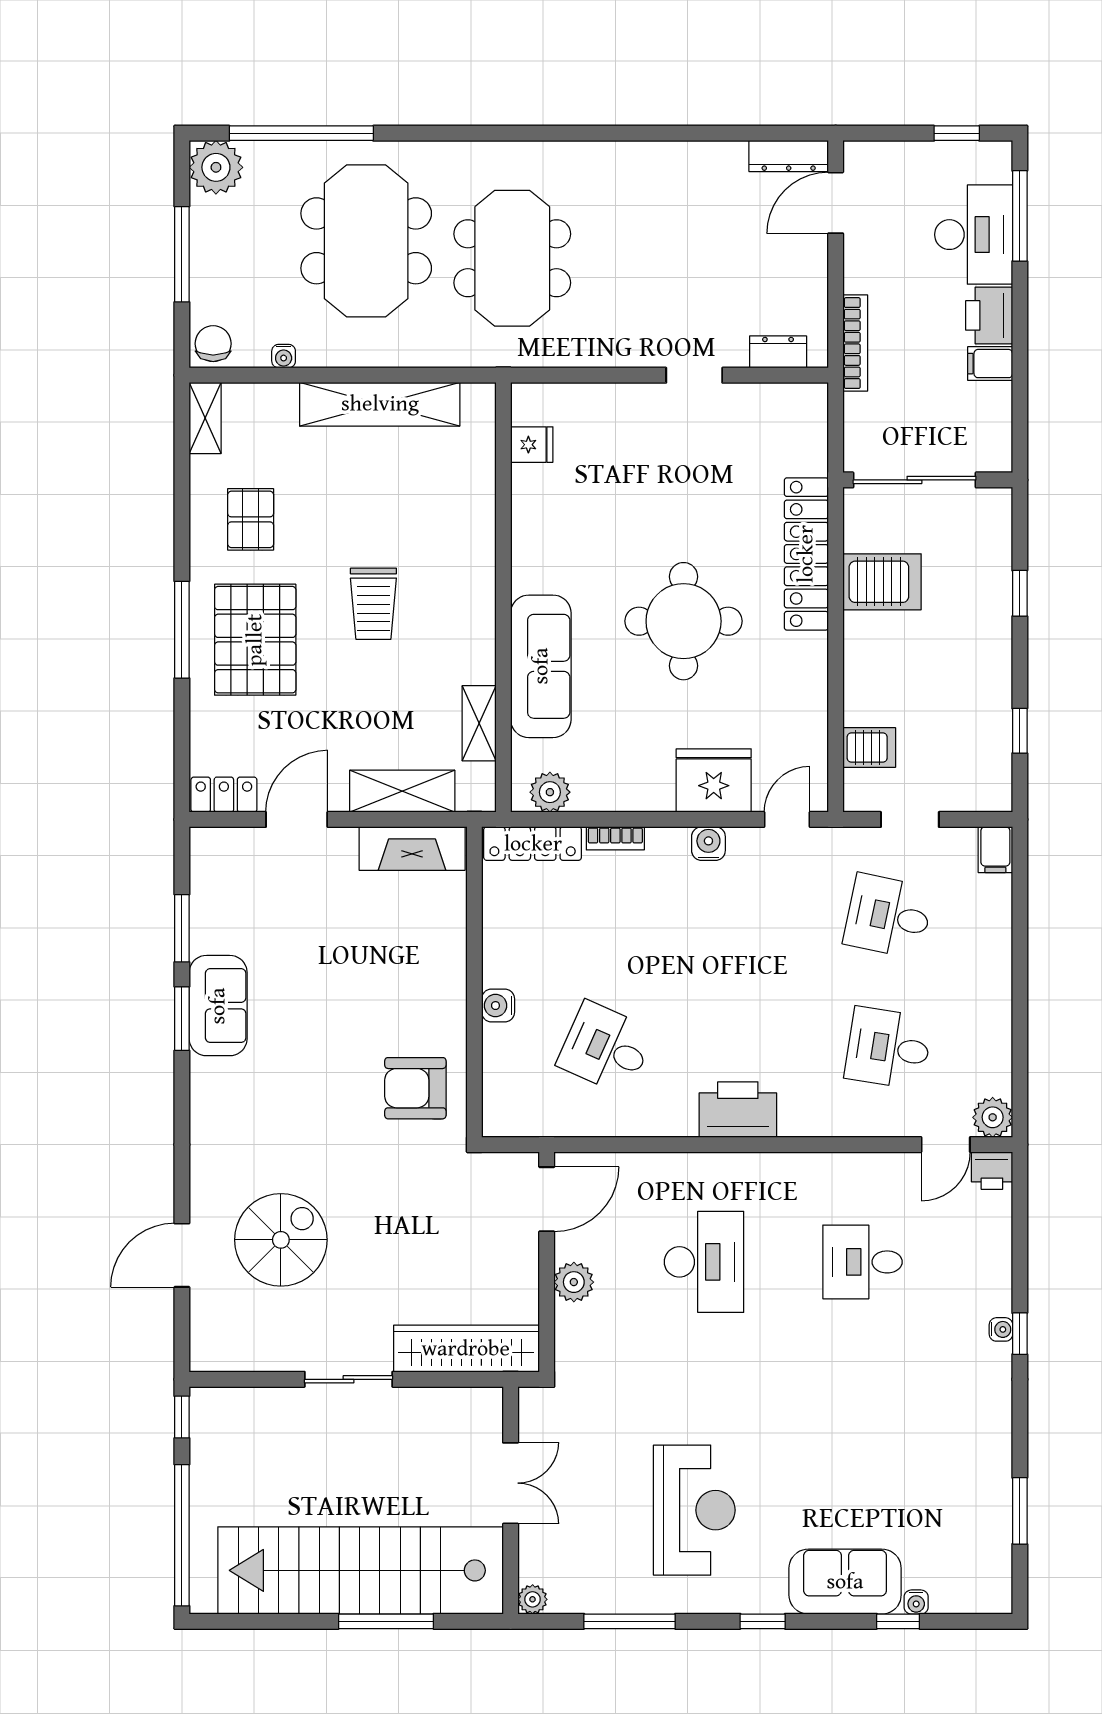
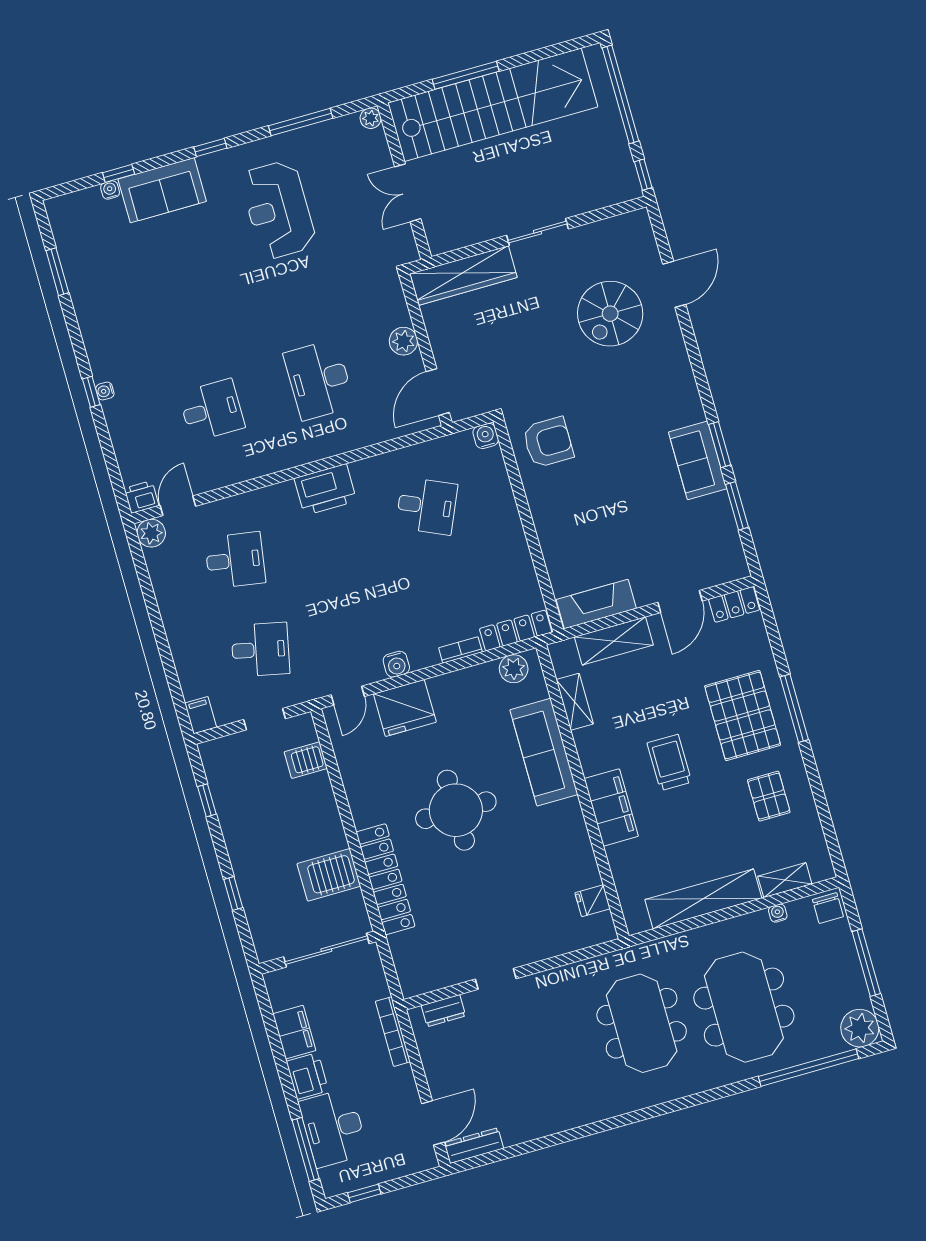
filing cabinet: (990, 364) -> (294, 1032), width x2.00
shelving: (205, 418) -> (785, 880), moved, turned 90
filing cabinet: (470, 565) -> (611, 807), added
water cooler: (498, 1006) -> (486, 436), moved, turned -90

